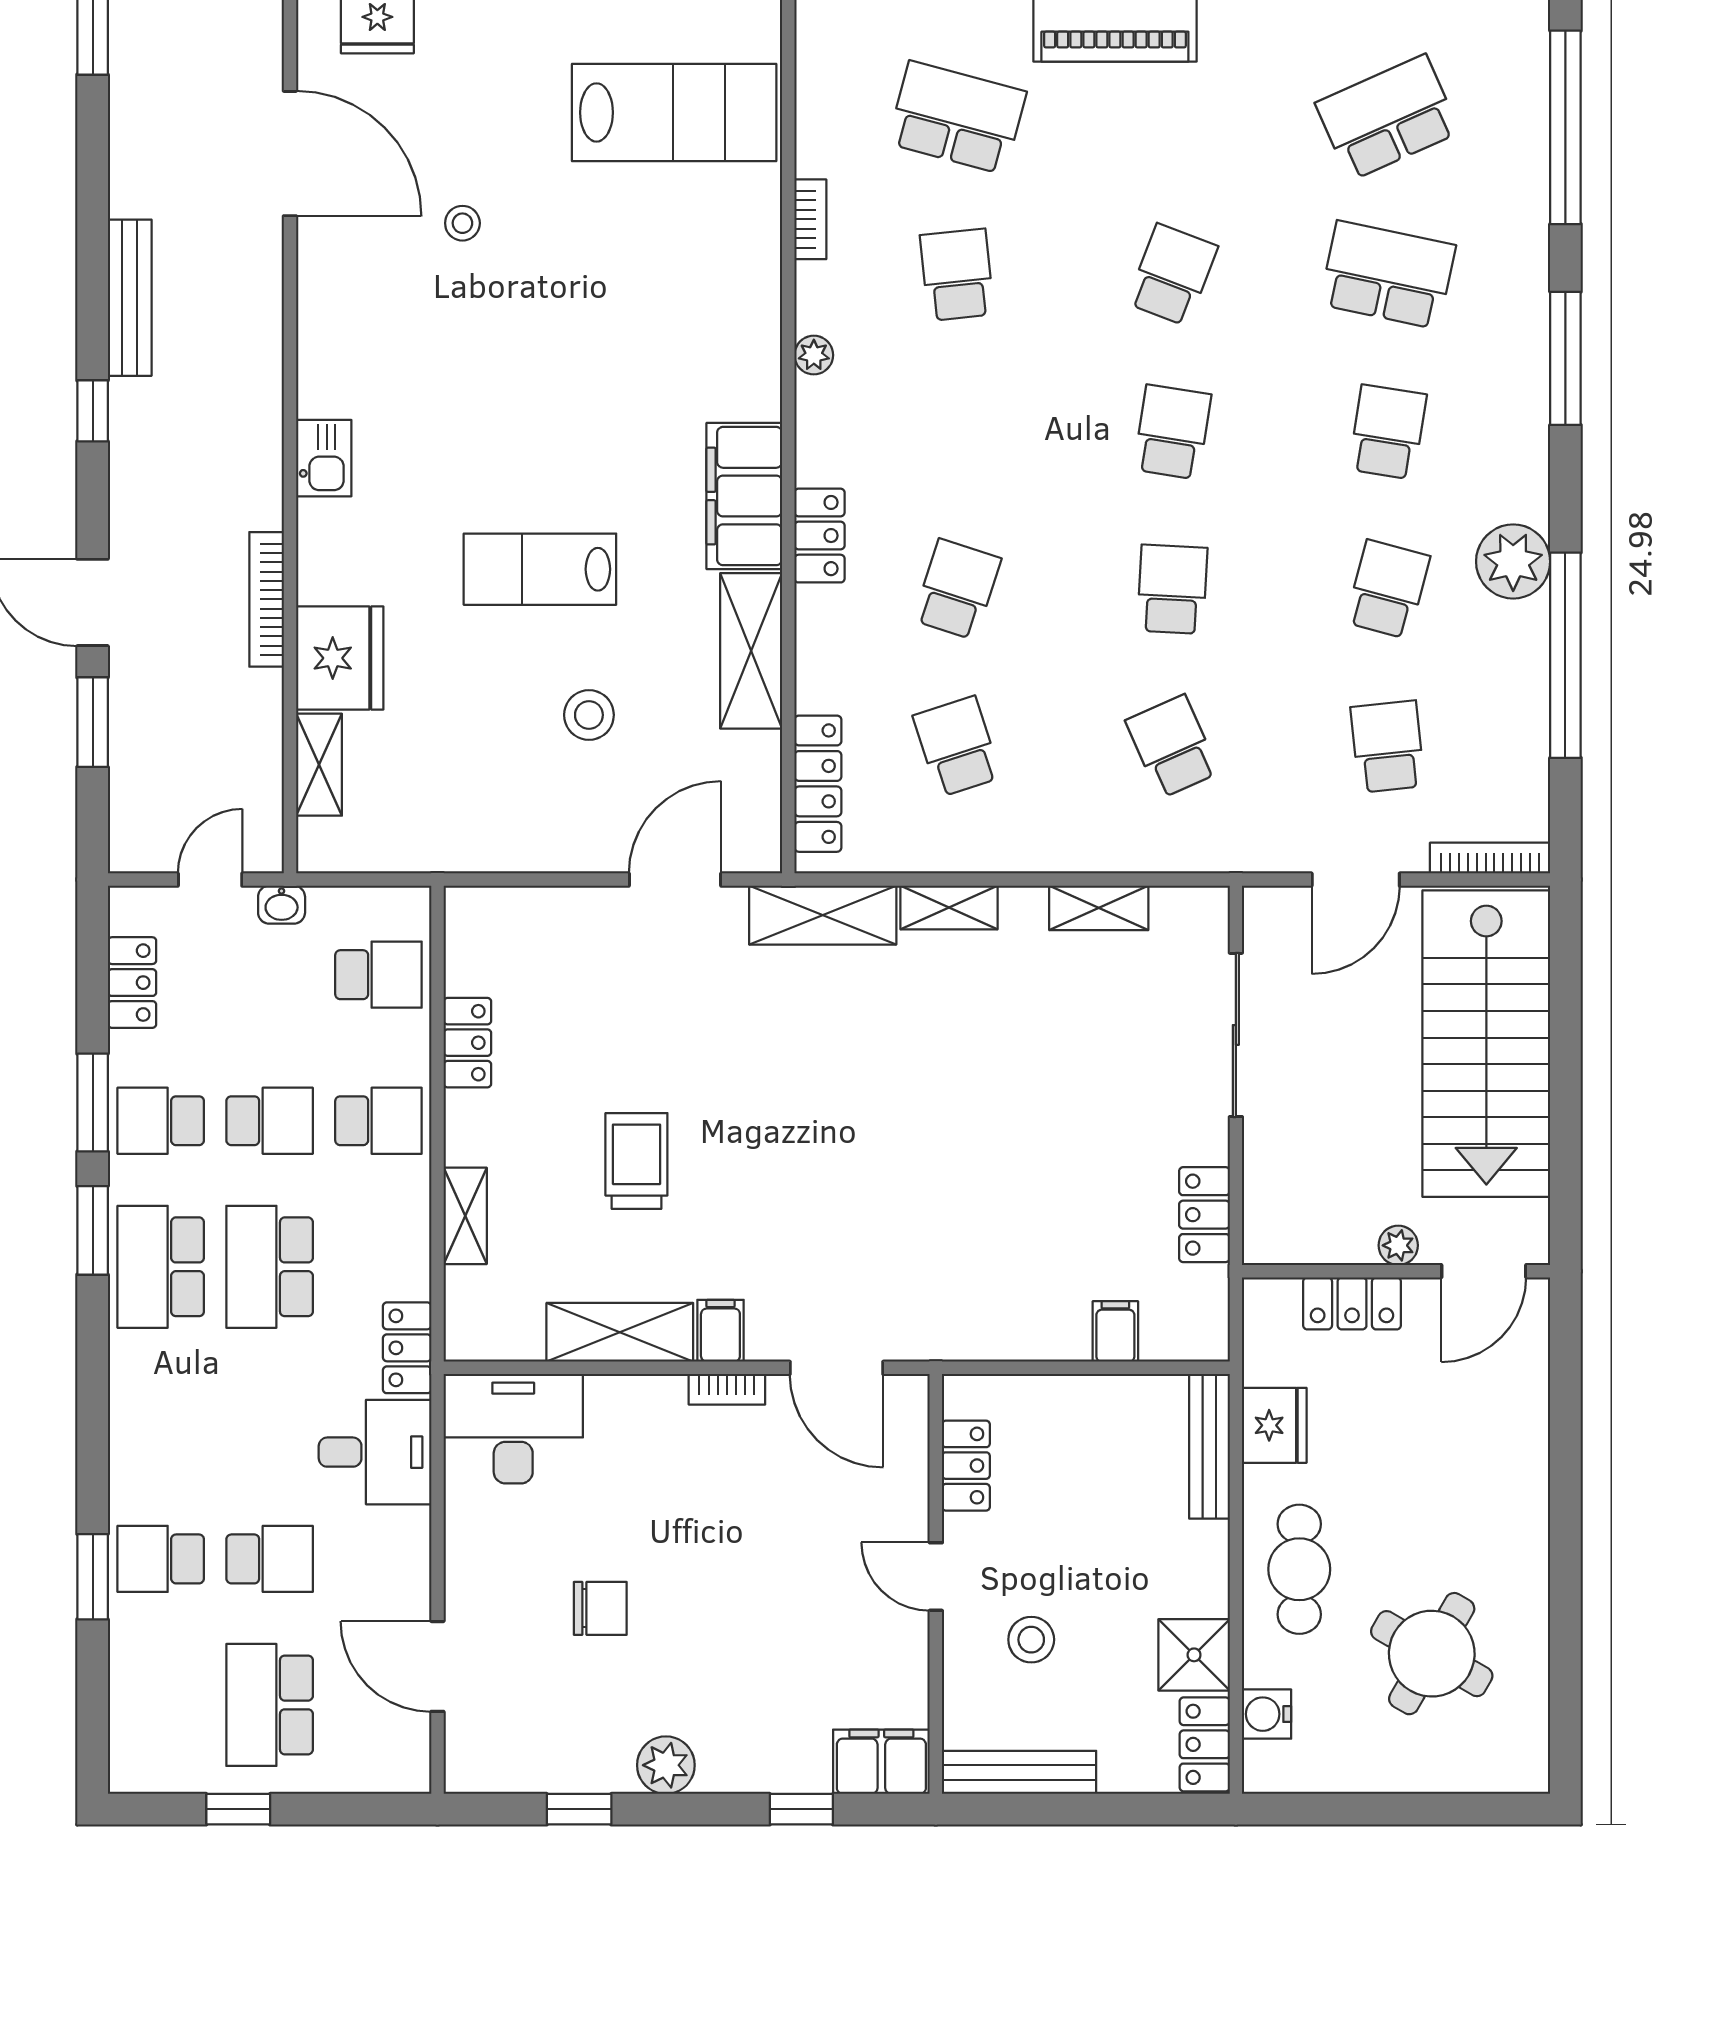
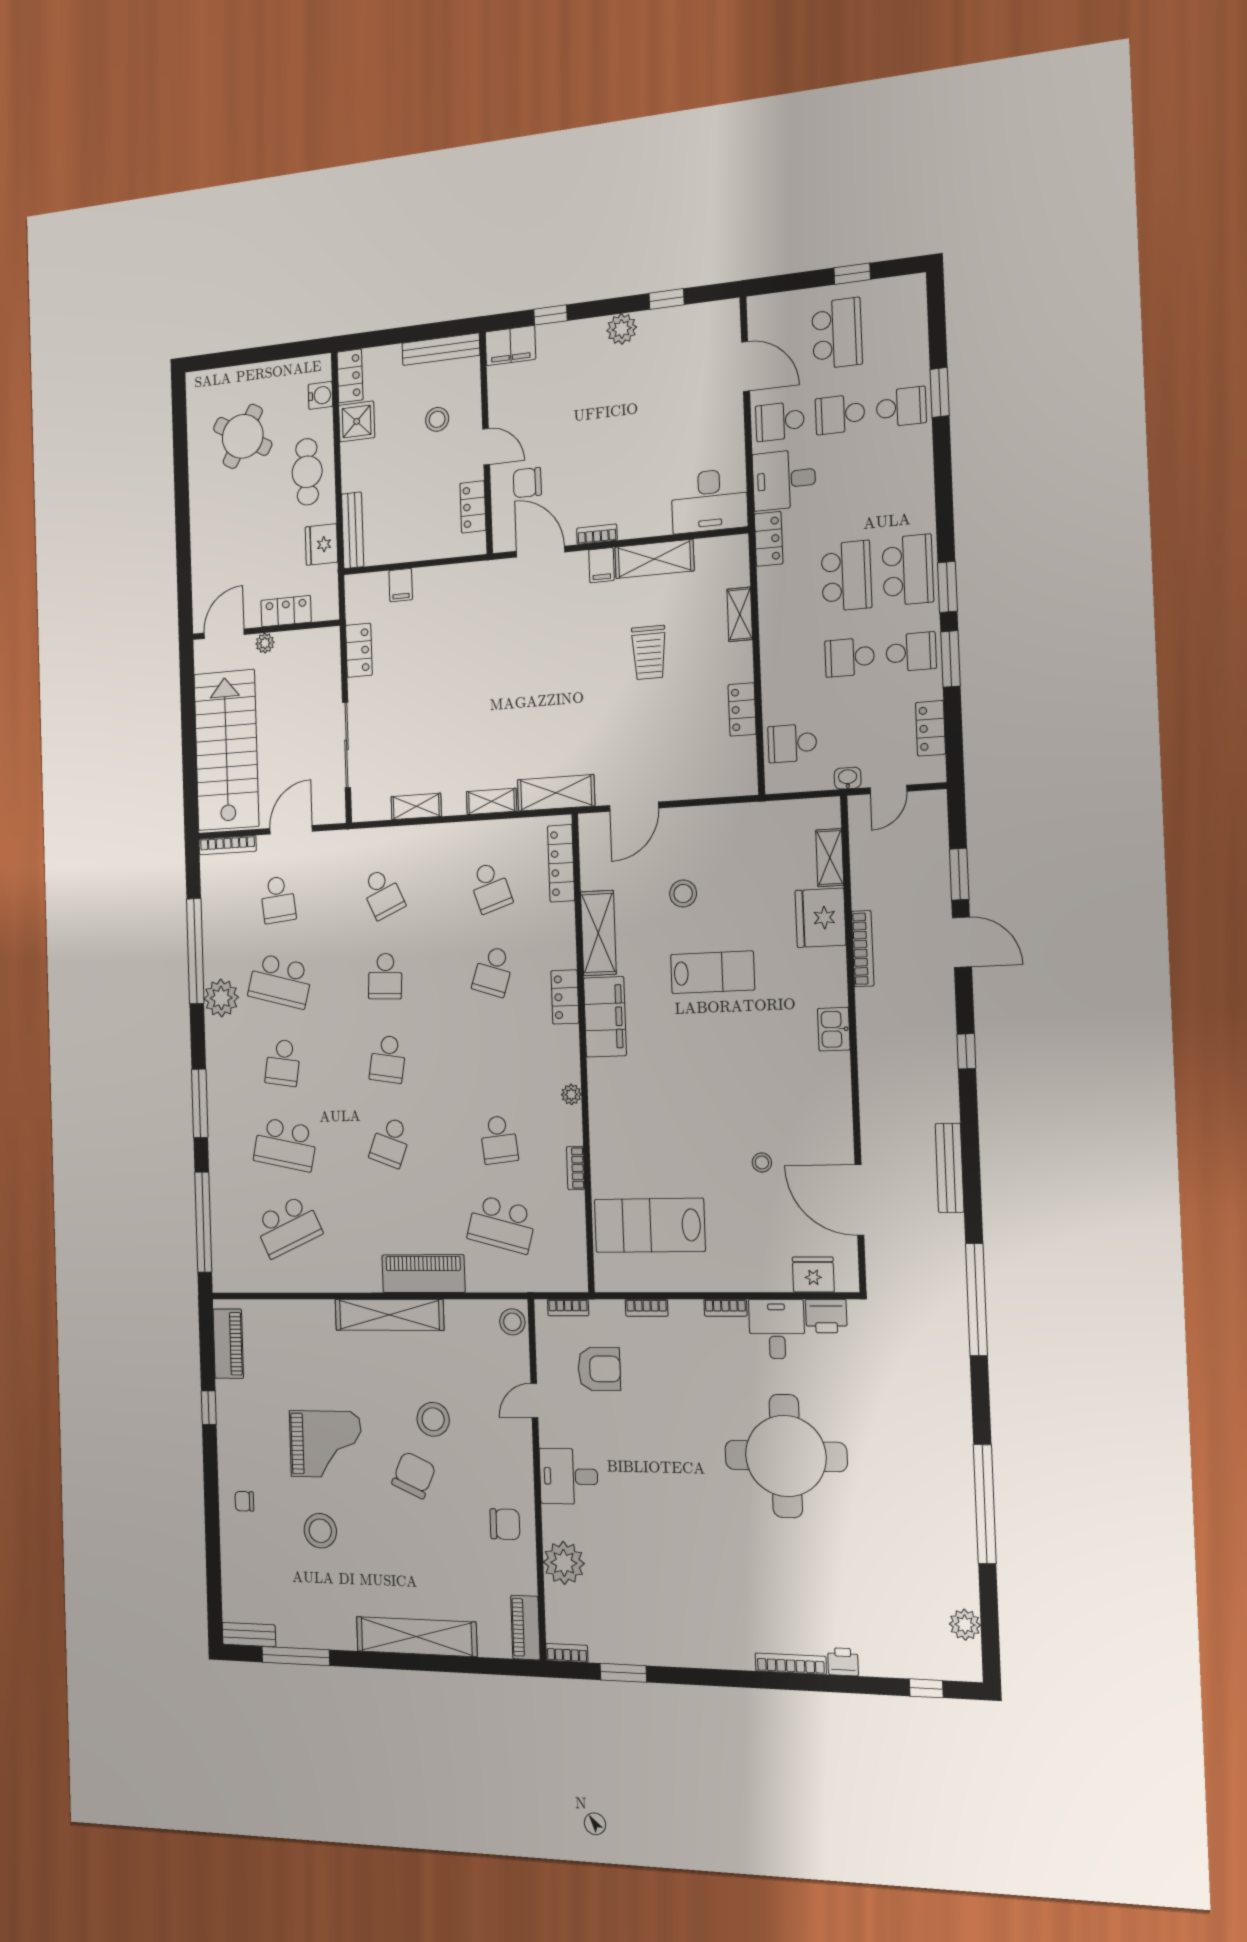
bench: (130, 298) -> (950, 1168), moved
school desk: (1388, 589) -> (280, 981), width x1.85
school desk: (378, 1121) -> (780, 421), moved
chair: (600, 1608) -> (527, 483), moved

